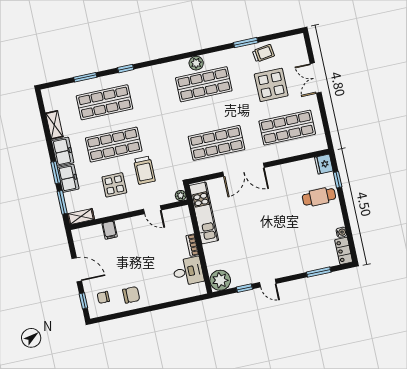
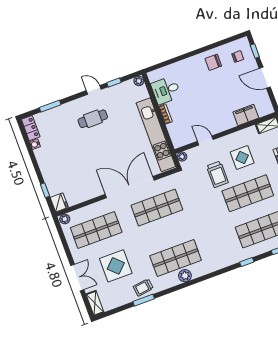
shelving: (300, 47) -> (95, 303), added
trolley: (263, 53) -> (143, 287), moved
plant: (320, 145) -> (65, 219), added
trolley: (144, 170) -> (217, 174), turned 180
double door: (243, 170) -> (130, 187), width x1.36
cafe table: (319, 197) -> (93, 119), moved
kitchen unit: (204, 213) -> (156, 135), width x1.36
filing cabinet: (110, 230) -> (246, 115), width x2.00
plant: (220, 280) -> (139, 81), width x0.53, depth x0.53

